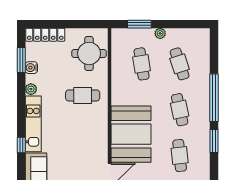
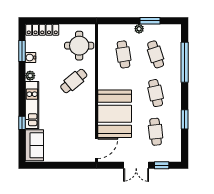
window: (139, 24) -> (150, 21), moved
cafe table: (83, 95) -> (74, 81), turned -40
window: (214, 98) -> (185, 62), moved

